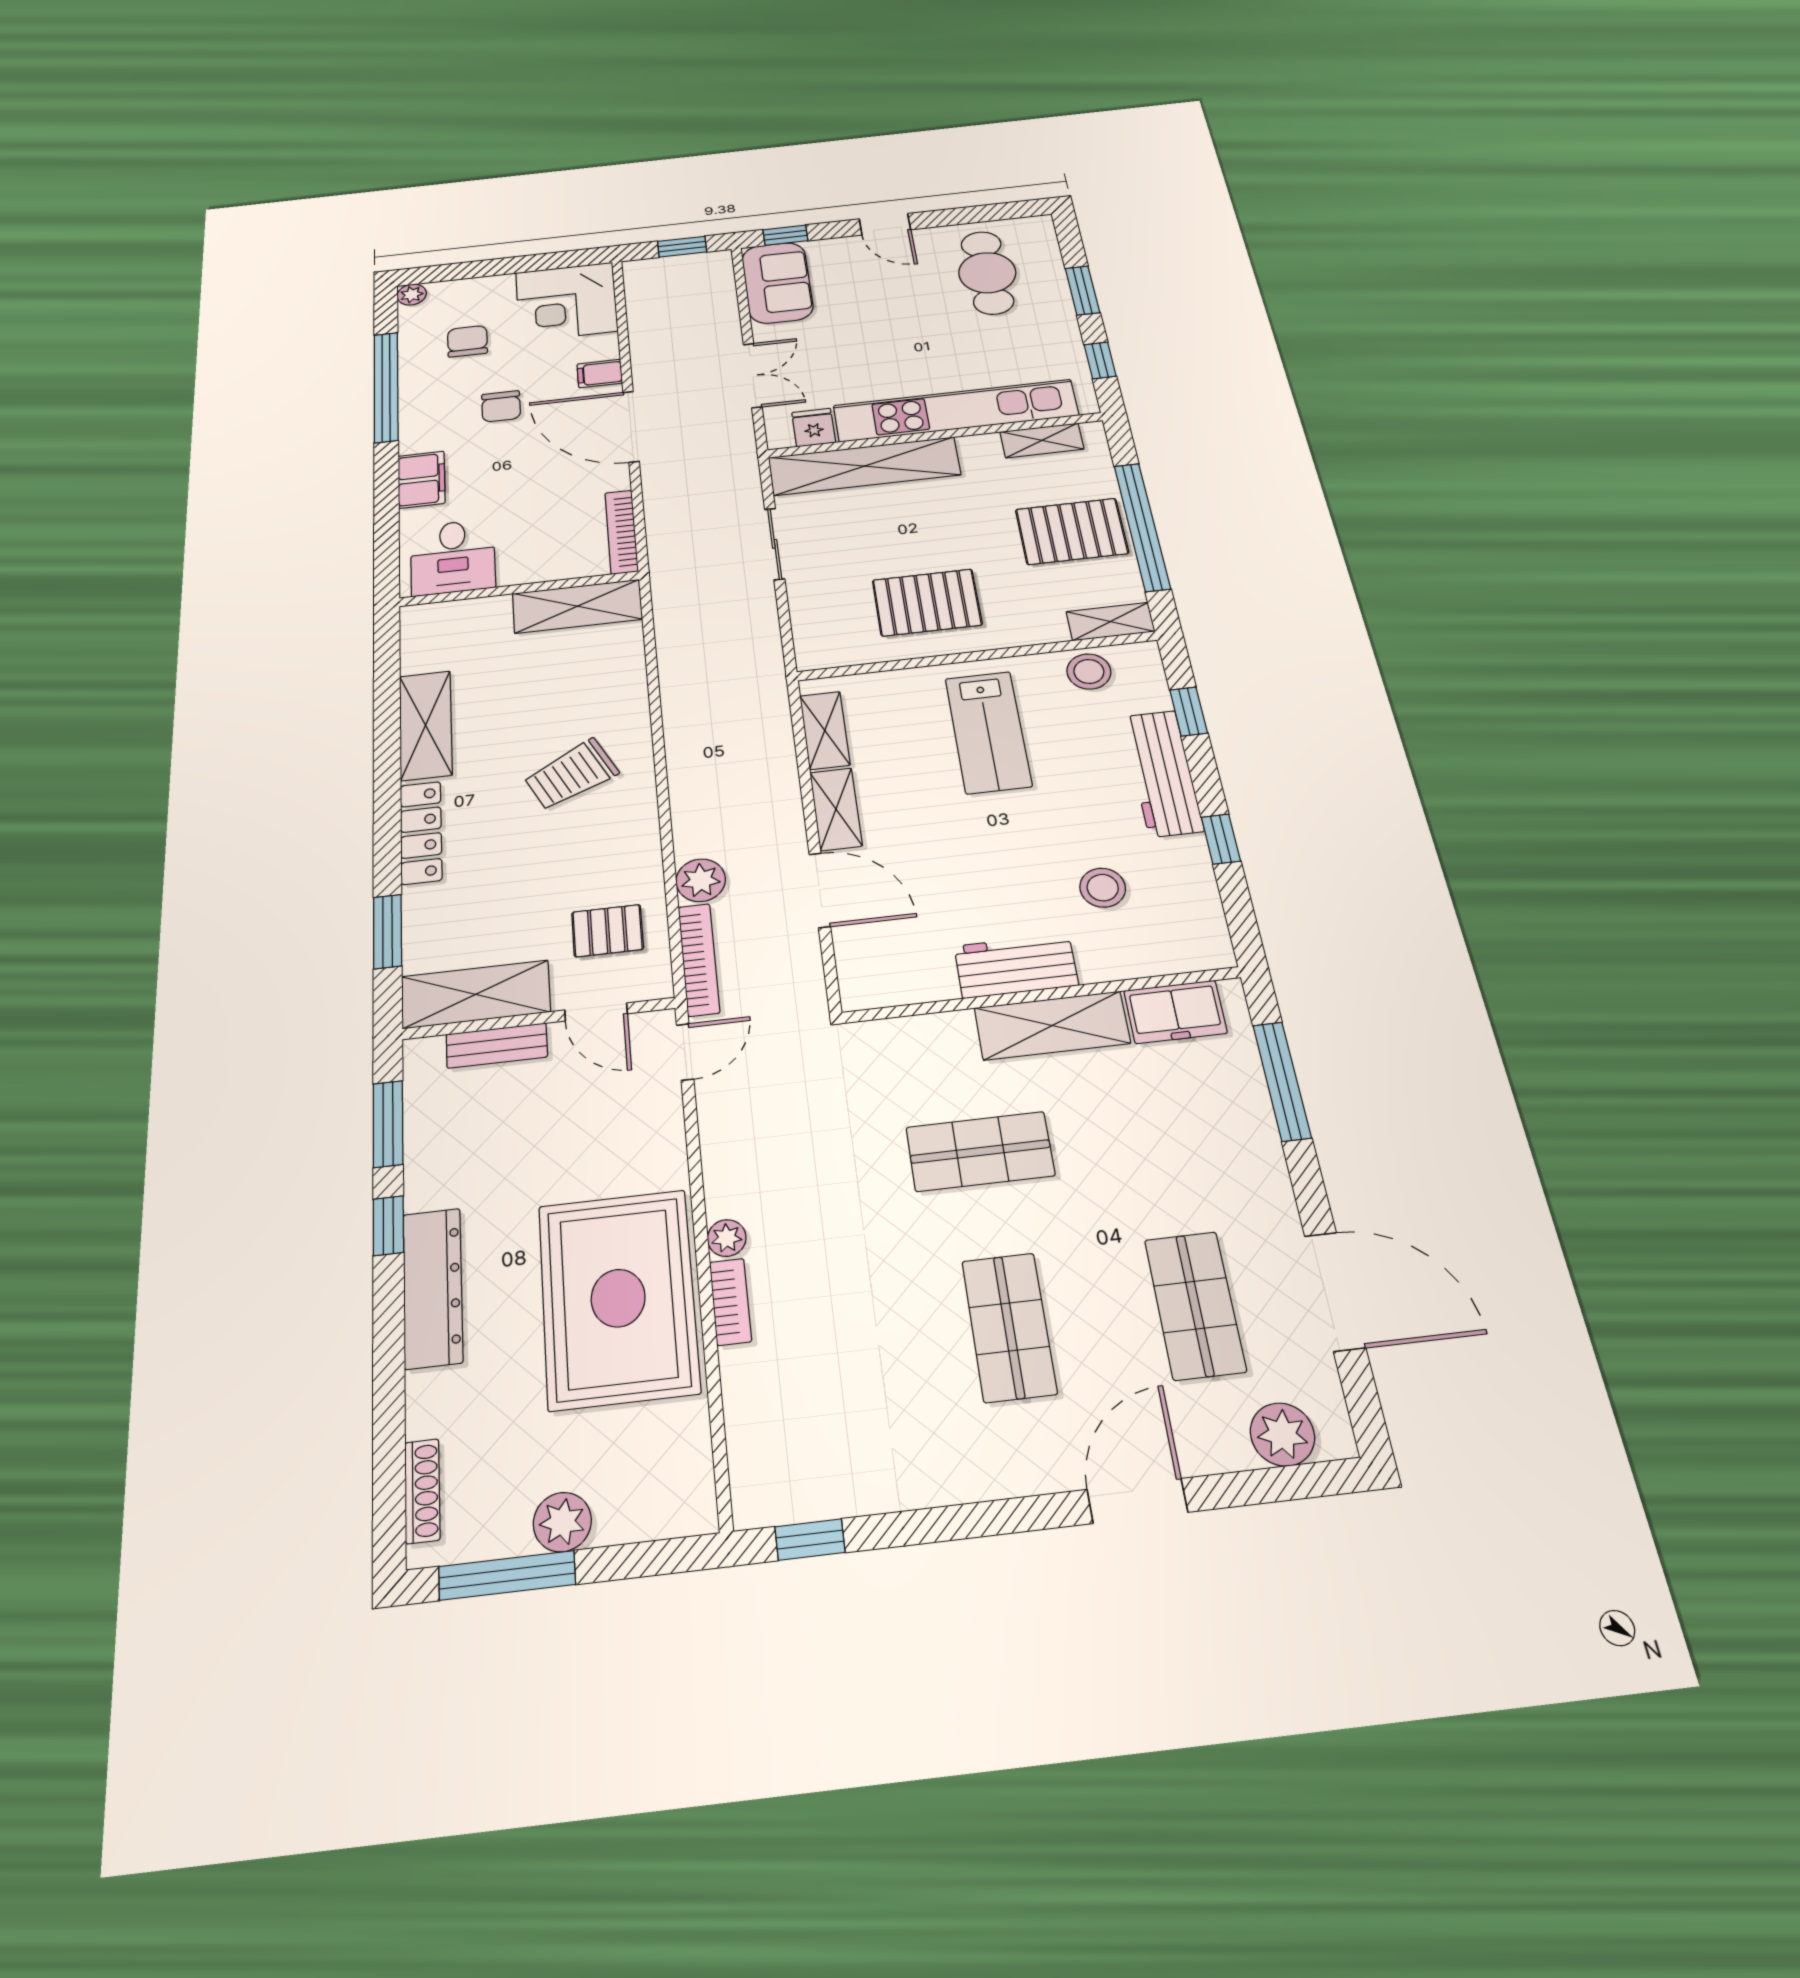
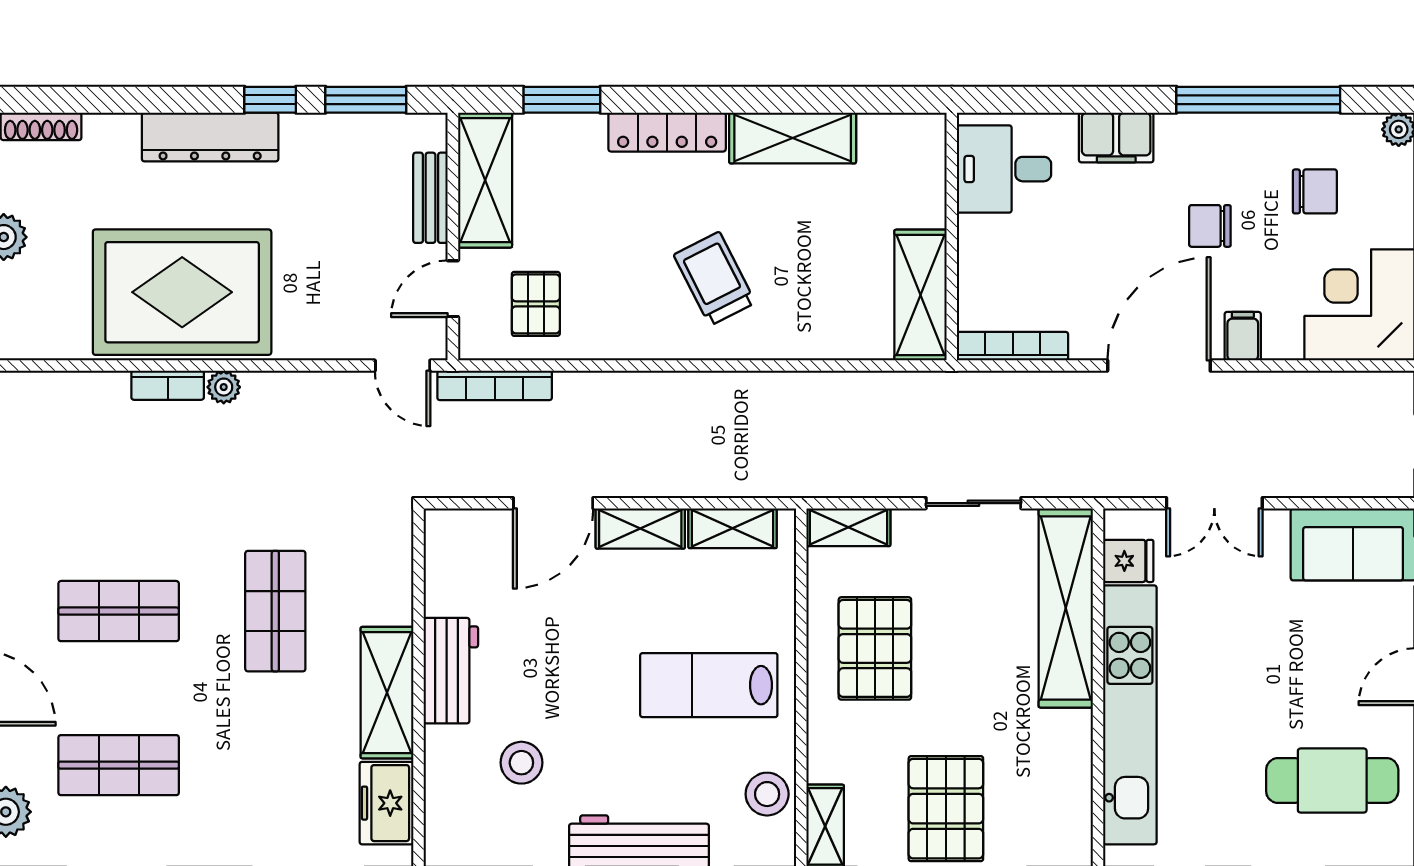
shelving: (1042, 440) -> (848, 527), moved, turned 90
plant: (701, 880) -> (579, 394), removed

